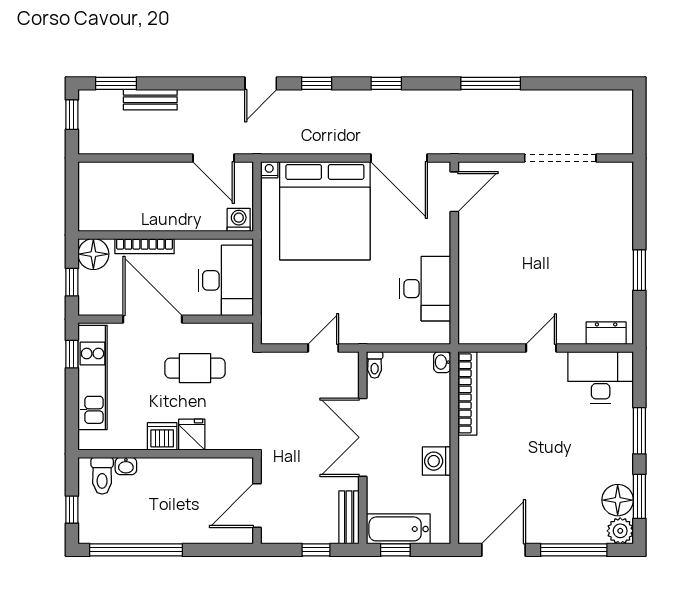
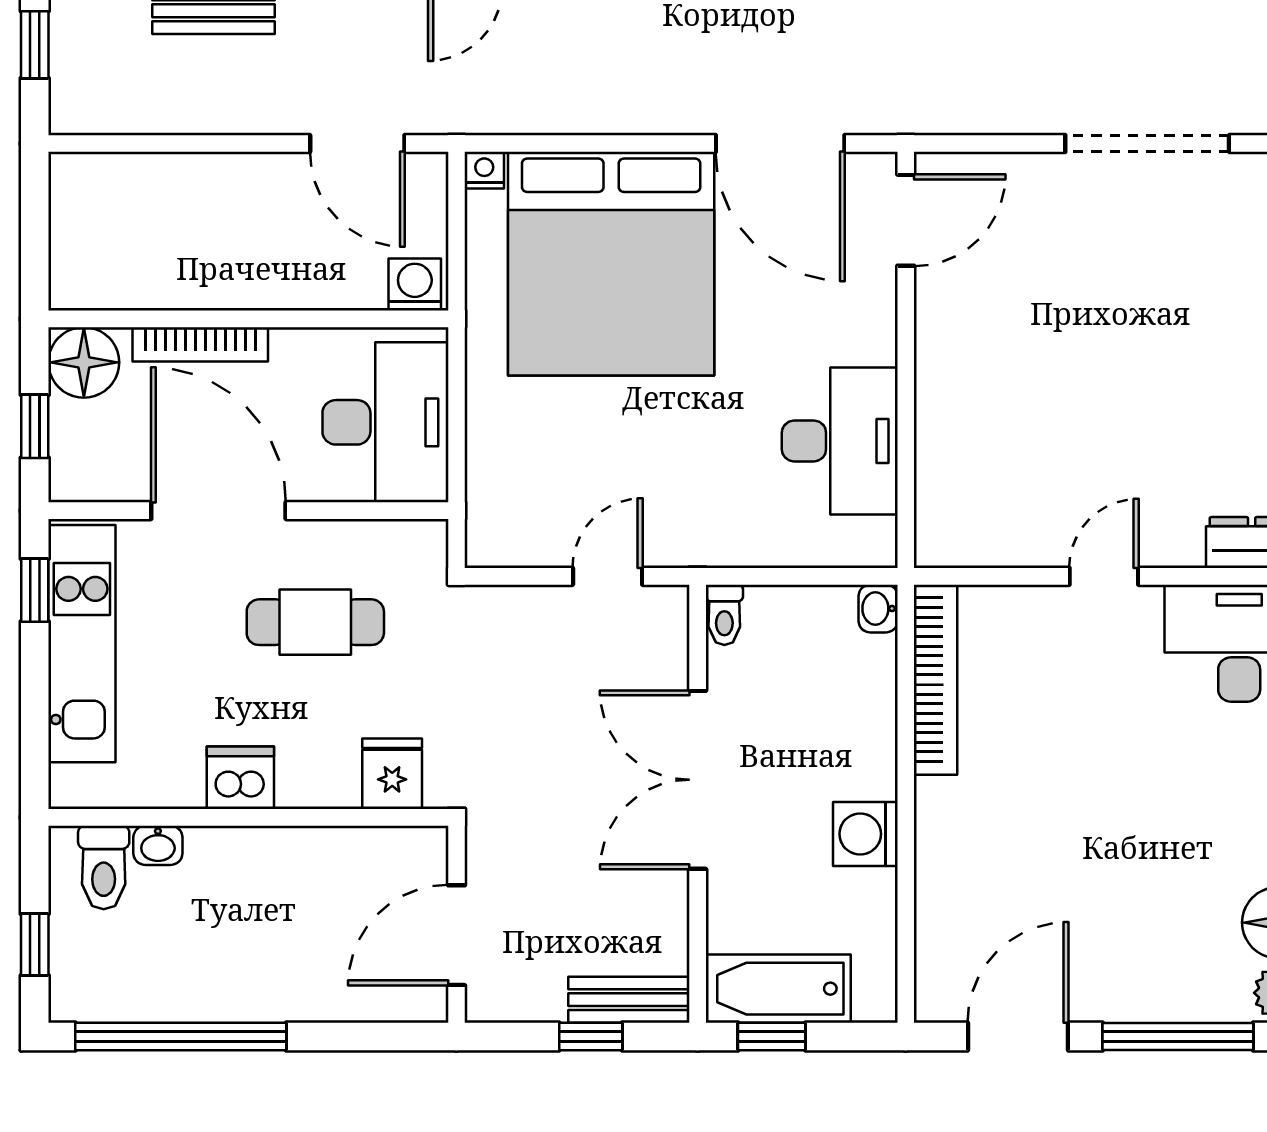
fridge: (192, 435) -> (392, 774), moved
bench: (349, 517) -> (629, 1000), moved, turned 90

